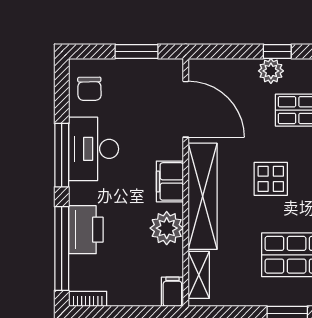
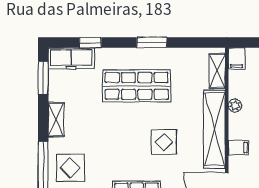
filing cabinet: (170, 181) -> (238, 148), width x0.50
plant: (167, 228) -> (235, 106), width x0.53, depth x0.53

